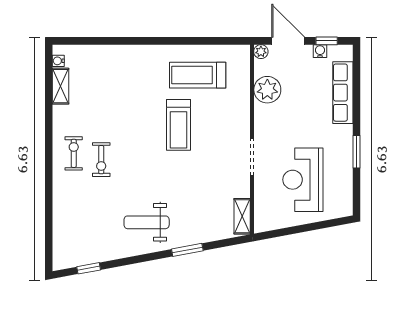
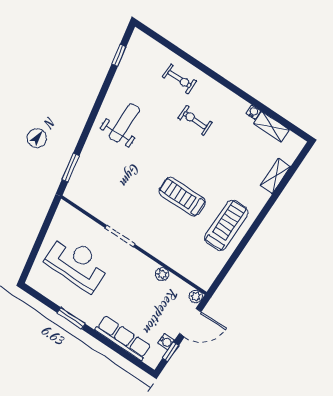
water cooler: (58, 61) -> (253, 112), moved
treadmill: (198, 75) -> (226, 225), moved
plant: (267, 90) -> (162, 274), width x0.53, depth x0.53
exercise bike: (74, 153) -> (180, 79), moved
shelving: (242, 216) -> (275, 176), moved, turned 90
window: (187, 250) -> (71, 168), moved

